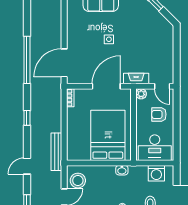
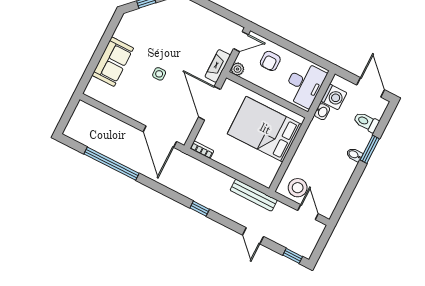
window: (27, 60) -> (111, 164), moved
washbasin: (122, 170) -> (322, 112), moved

